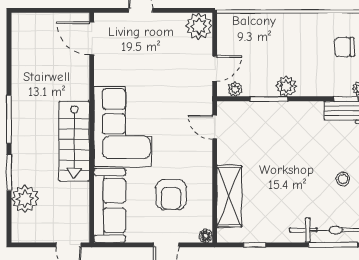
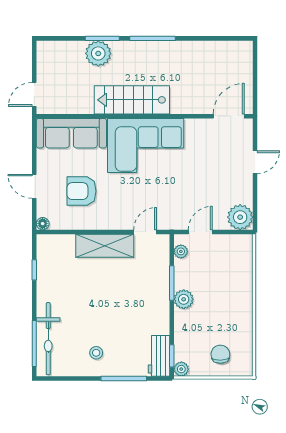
door: (215, 69) -> (200, 232), swing flipped
shelving: (229, 196) -> (105, 246), moved
plant: (25, 199) -> (98, 53), moved

